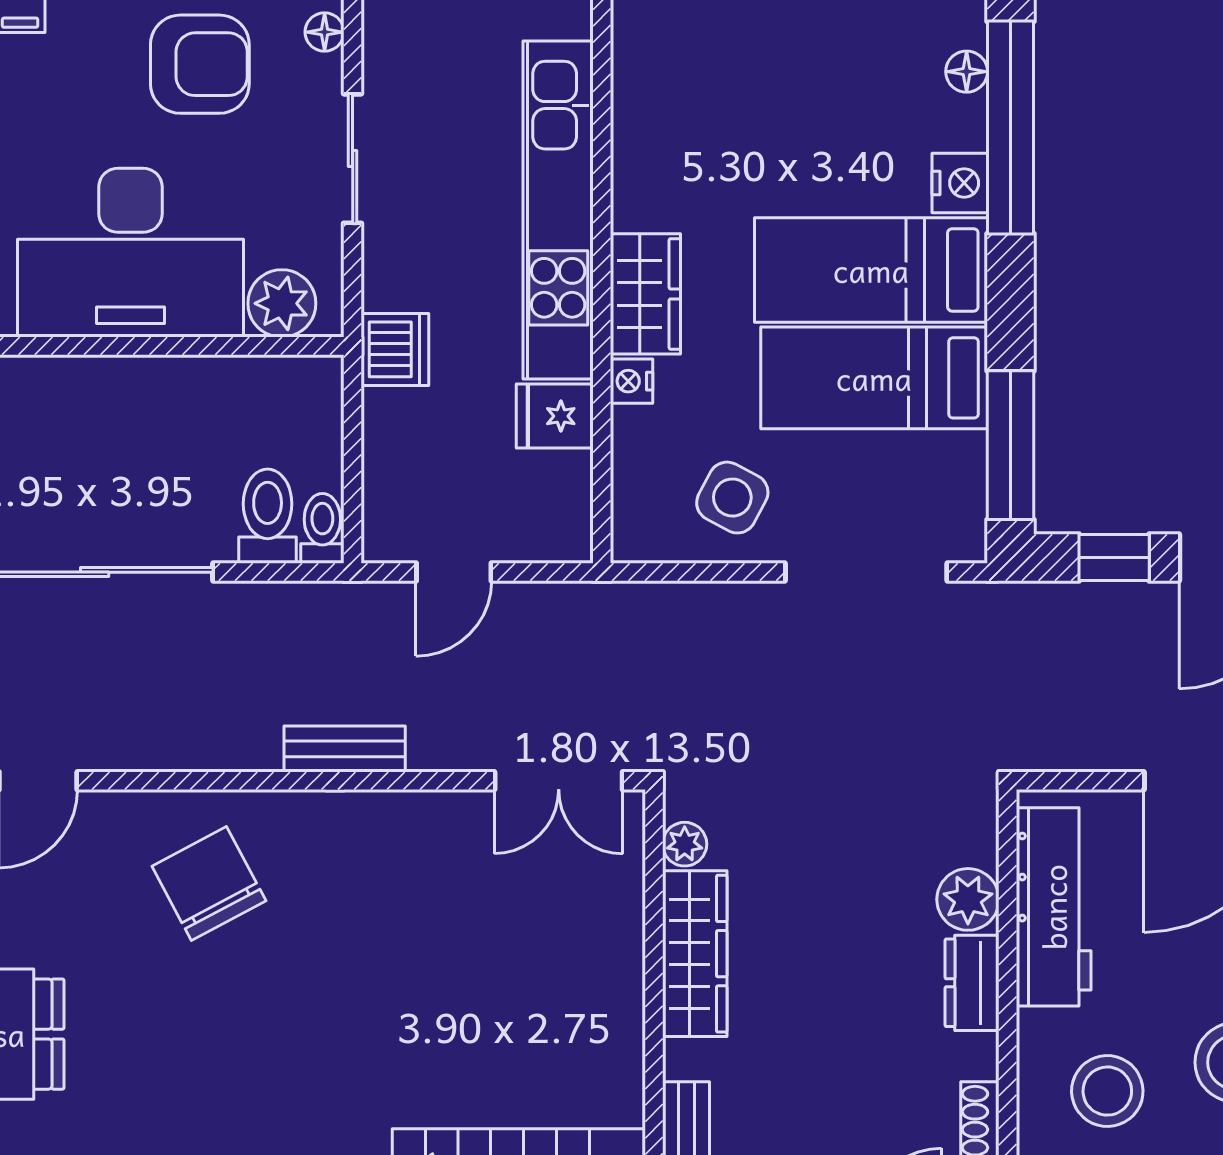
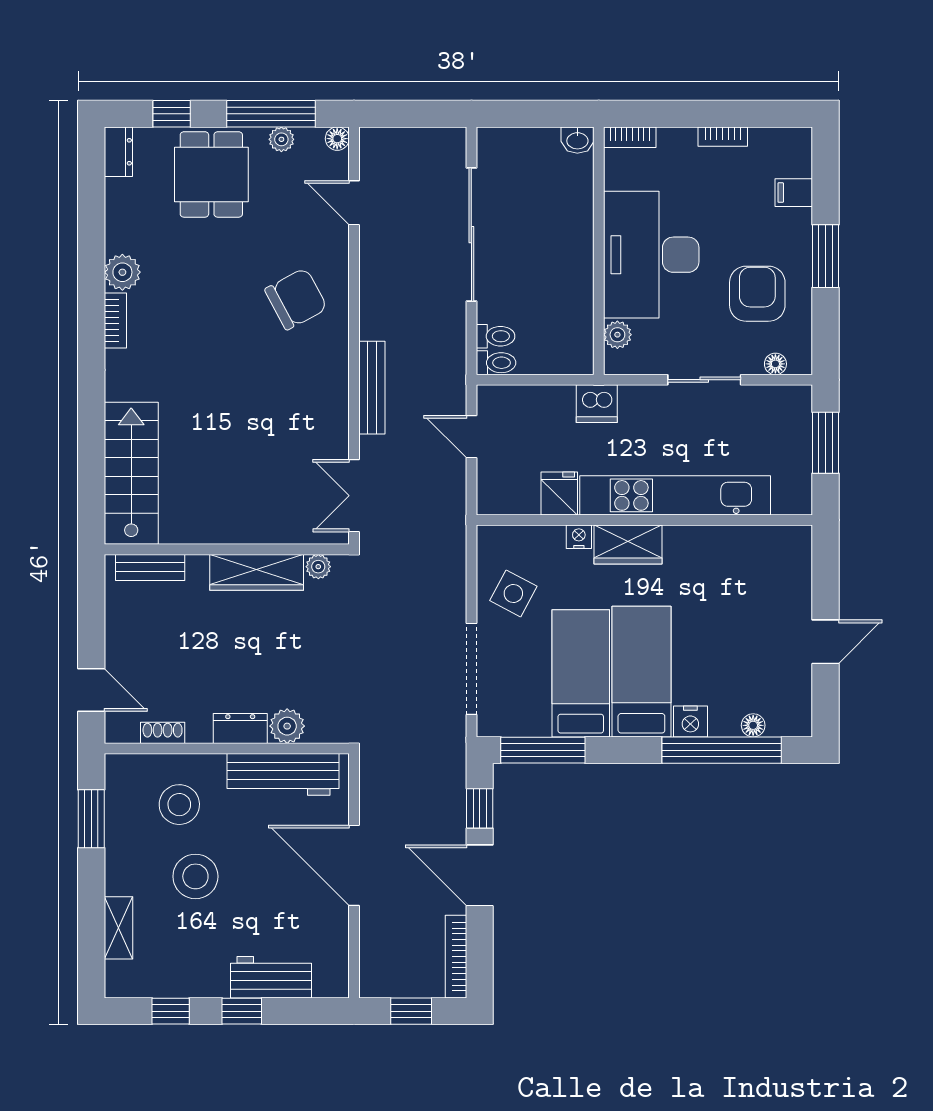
armchair: (200, 64) -> (757, 294), turned 180
plant: (282, 303) -> (617, 335), width x0.73, depth x0.73
toilet: (268, 516) -> (496, 336), width x0.73, depth x0.72
bench: (345, 749) -> (372, 388), width x1.36

